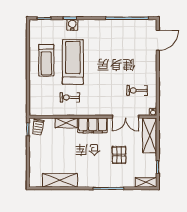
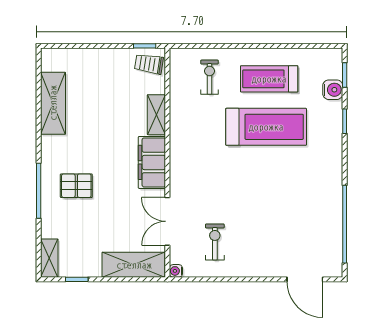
water cooler: (72, 25) -> (333, 90), moved
exercise bike: (70, 97) -> (209, 77), moved
pallet: (119, 155) -> (76, 186), moved

